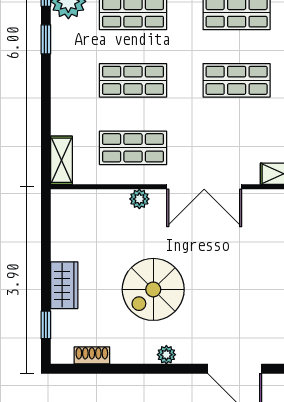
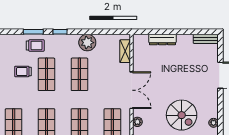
plant: (166, 355) -> (213, 123), moved

